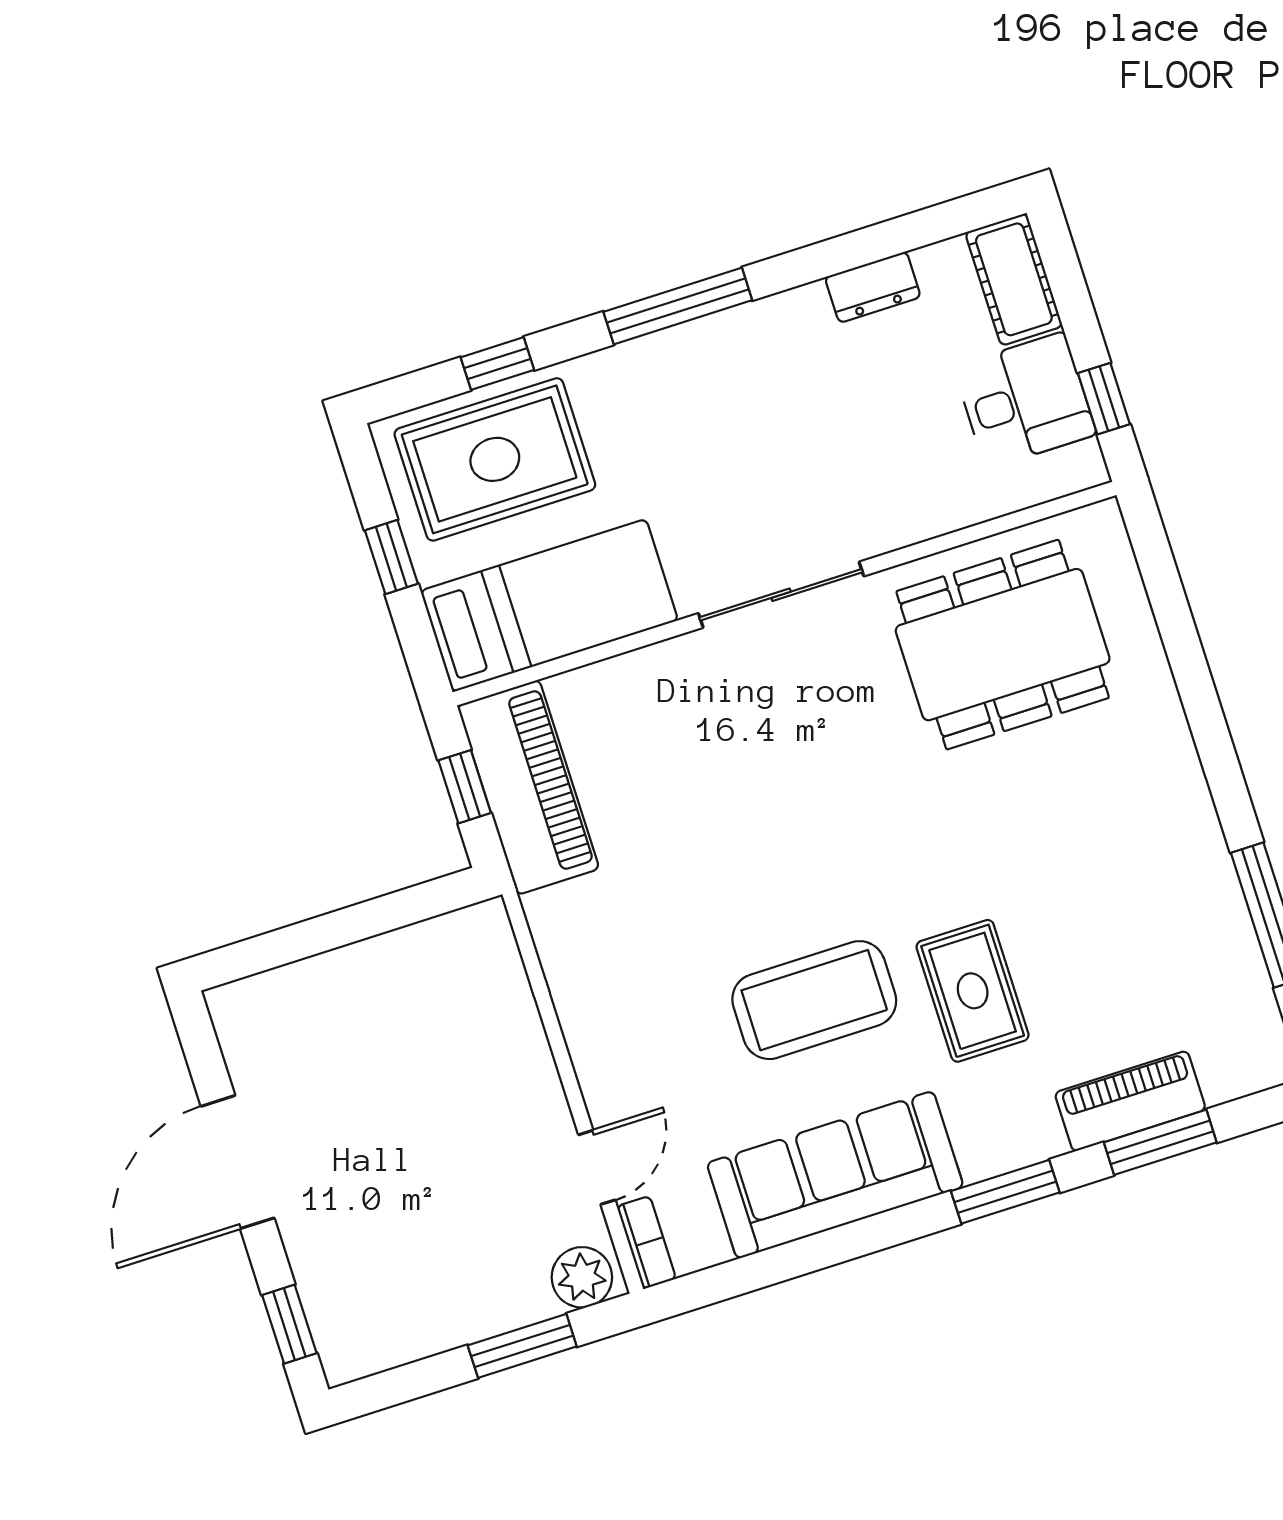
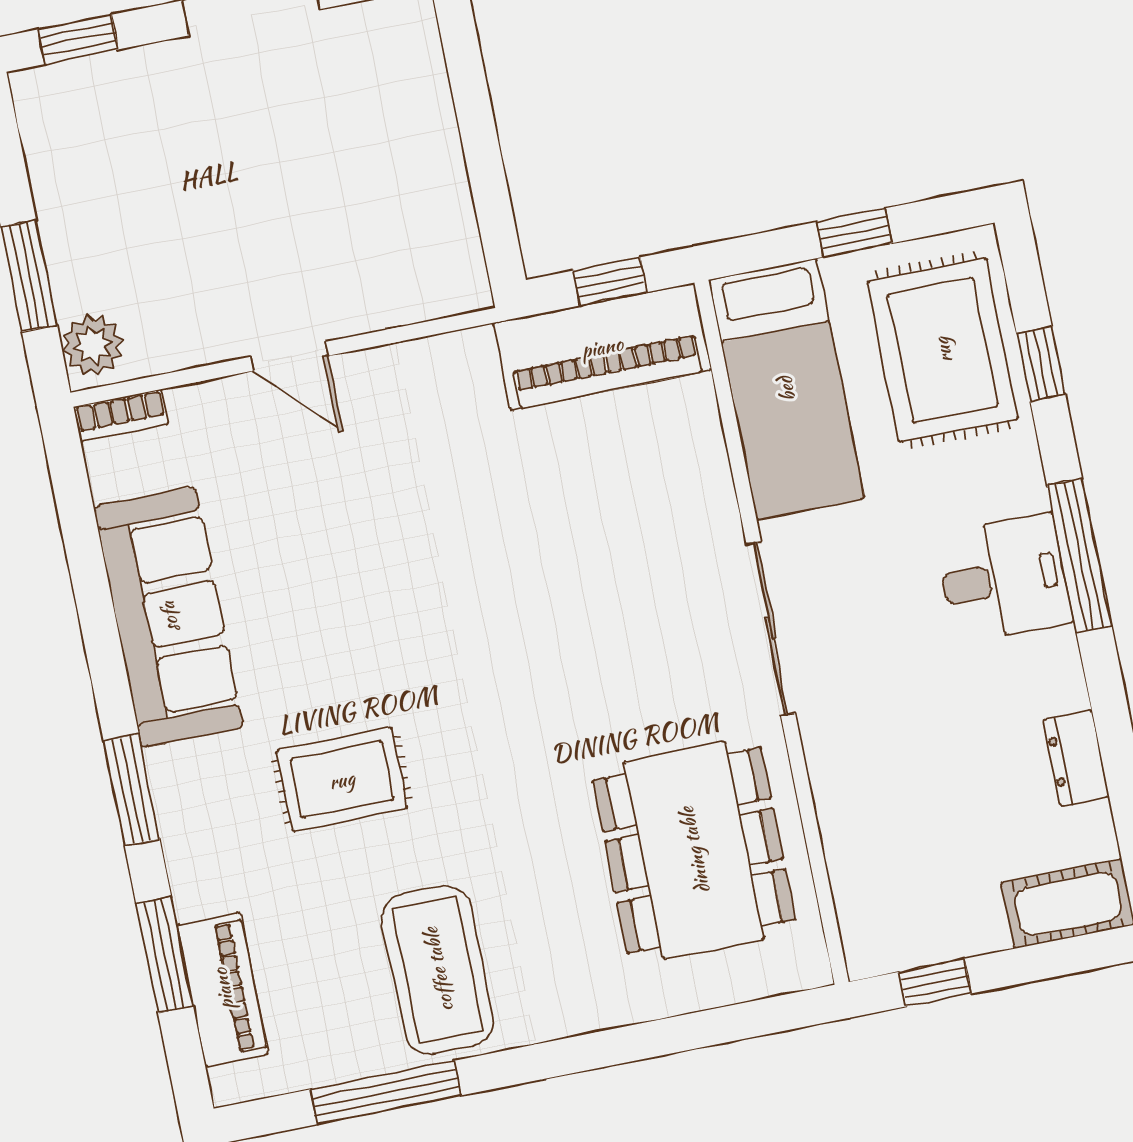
desk: (1025, 400) -> (1004, 578), moved, turned -90
coffee table: (814, 1000) -> (438, 970), moved
piano: (1130, 1101) -> (223, 989), moved
door: (597, 1167) -> (289, 356), moved

